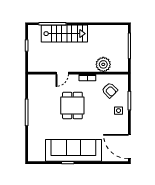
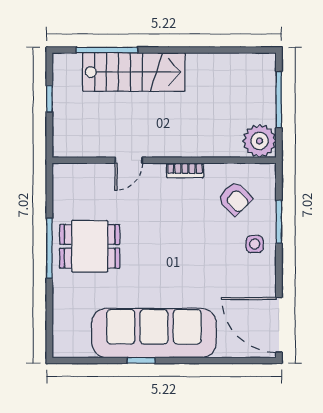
plant: (103, 64) -> (260, 141), moved
dining table: (72, 106) -> (90, 246), moved, turned 90

